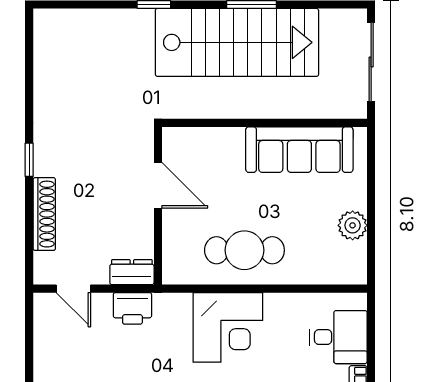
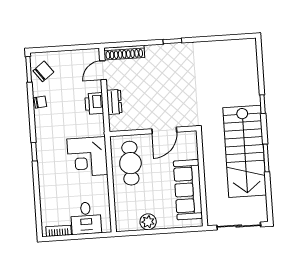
door: (158, 185) -> (164, 130), moved
wall: (158, 206) -> (153, 131), moved
shoe rack: (44, 214) -> (124, 53), moved

